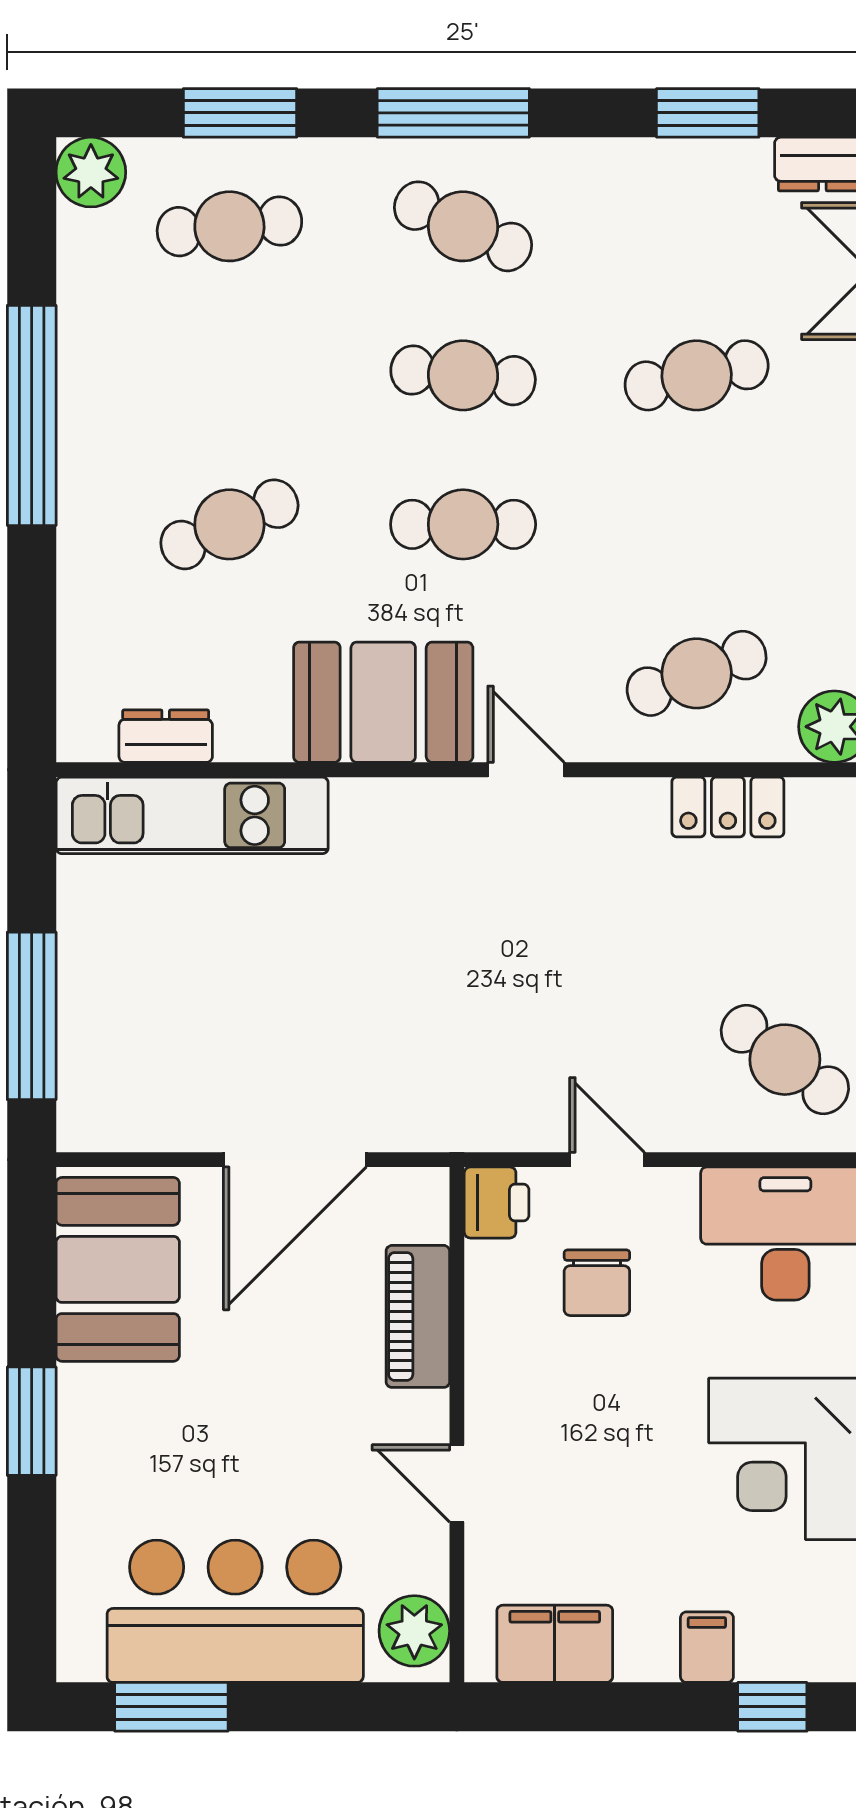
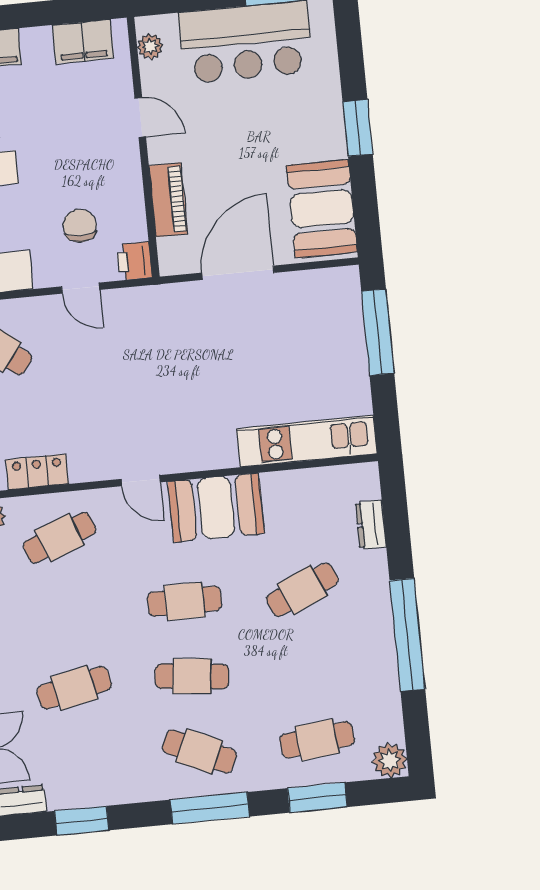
dresser: (166, 736) -> (371, 524), moved, turned 90
plant: (414, 1631) -> (150, 46), width x0.73, depth x0.73

